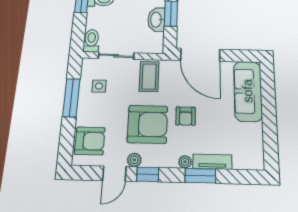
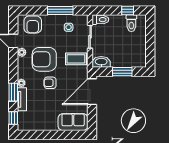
washbasin: (156, 20) -> (101, 62), moved
sofa: (248, 91) -> (73, 122), width x0.73
armchair: (147, 124) -> (44, 59), turned 90
window: (148, 174) -> (13, 118), moved

